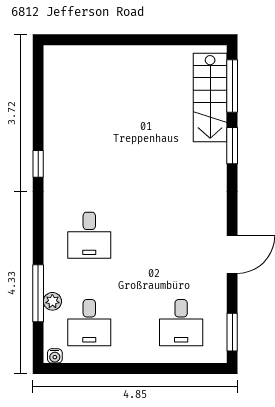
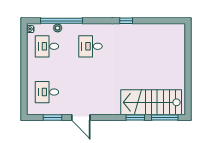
stairs: (210, 97) -> (151, 102), width x1.36, depth x1.51
window: (38, 293) -> (62, 21), width x1.46
window: (232, 332) -> (52, 117), moved

